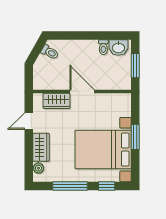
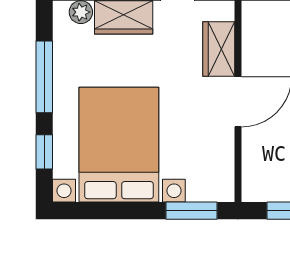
window: (135, 137) -> (192, 211), moved

